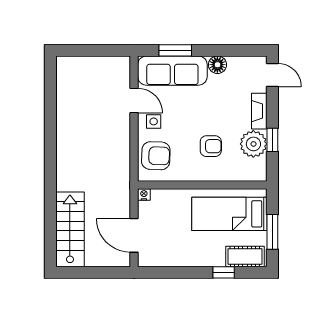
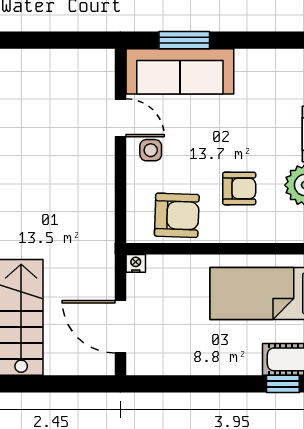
floor lamp: (217, 65) -> (250, 62), removed
armchair: (156, 156) -> (177, 215), moved
window: (224, 272) -> (283, 384), moved

